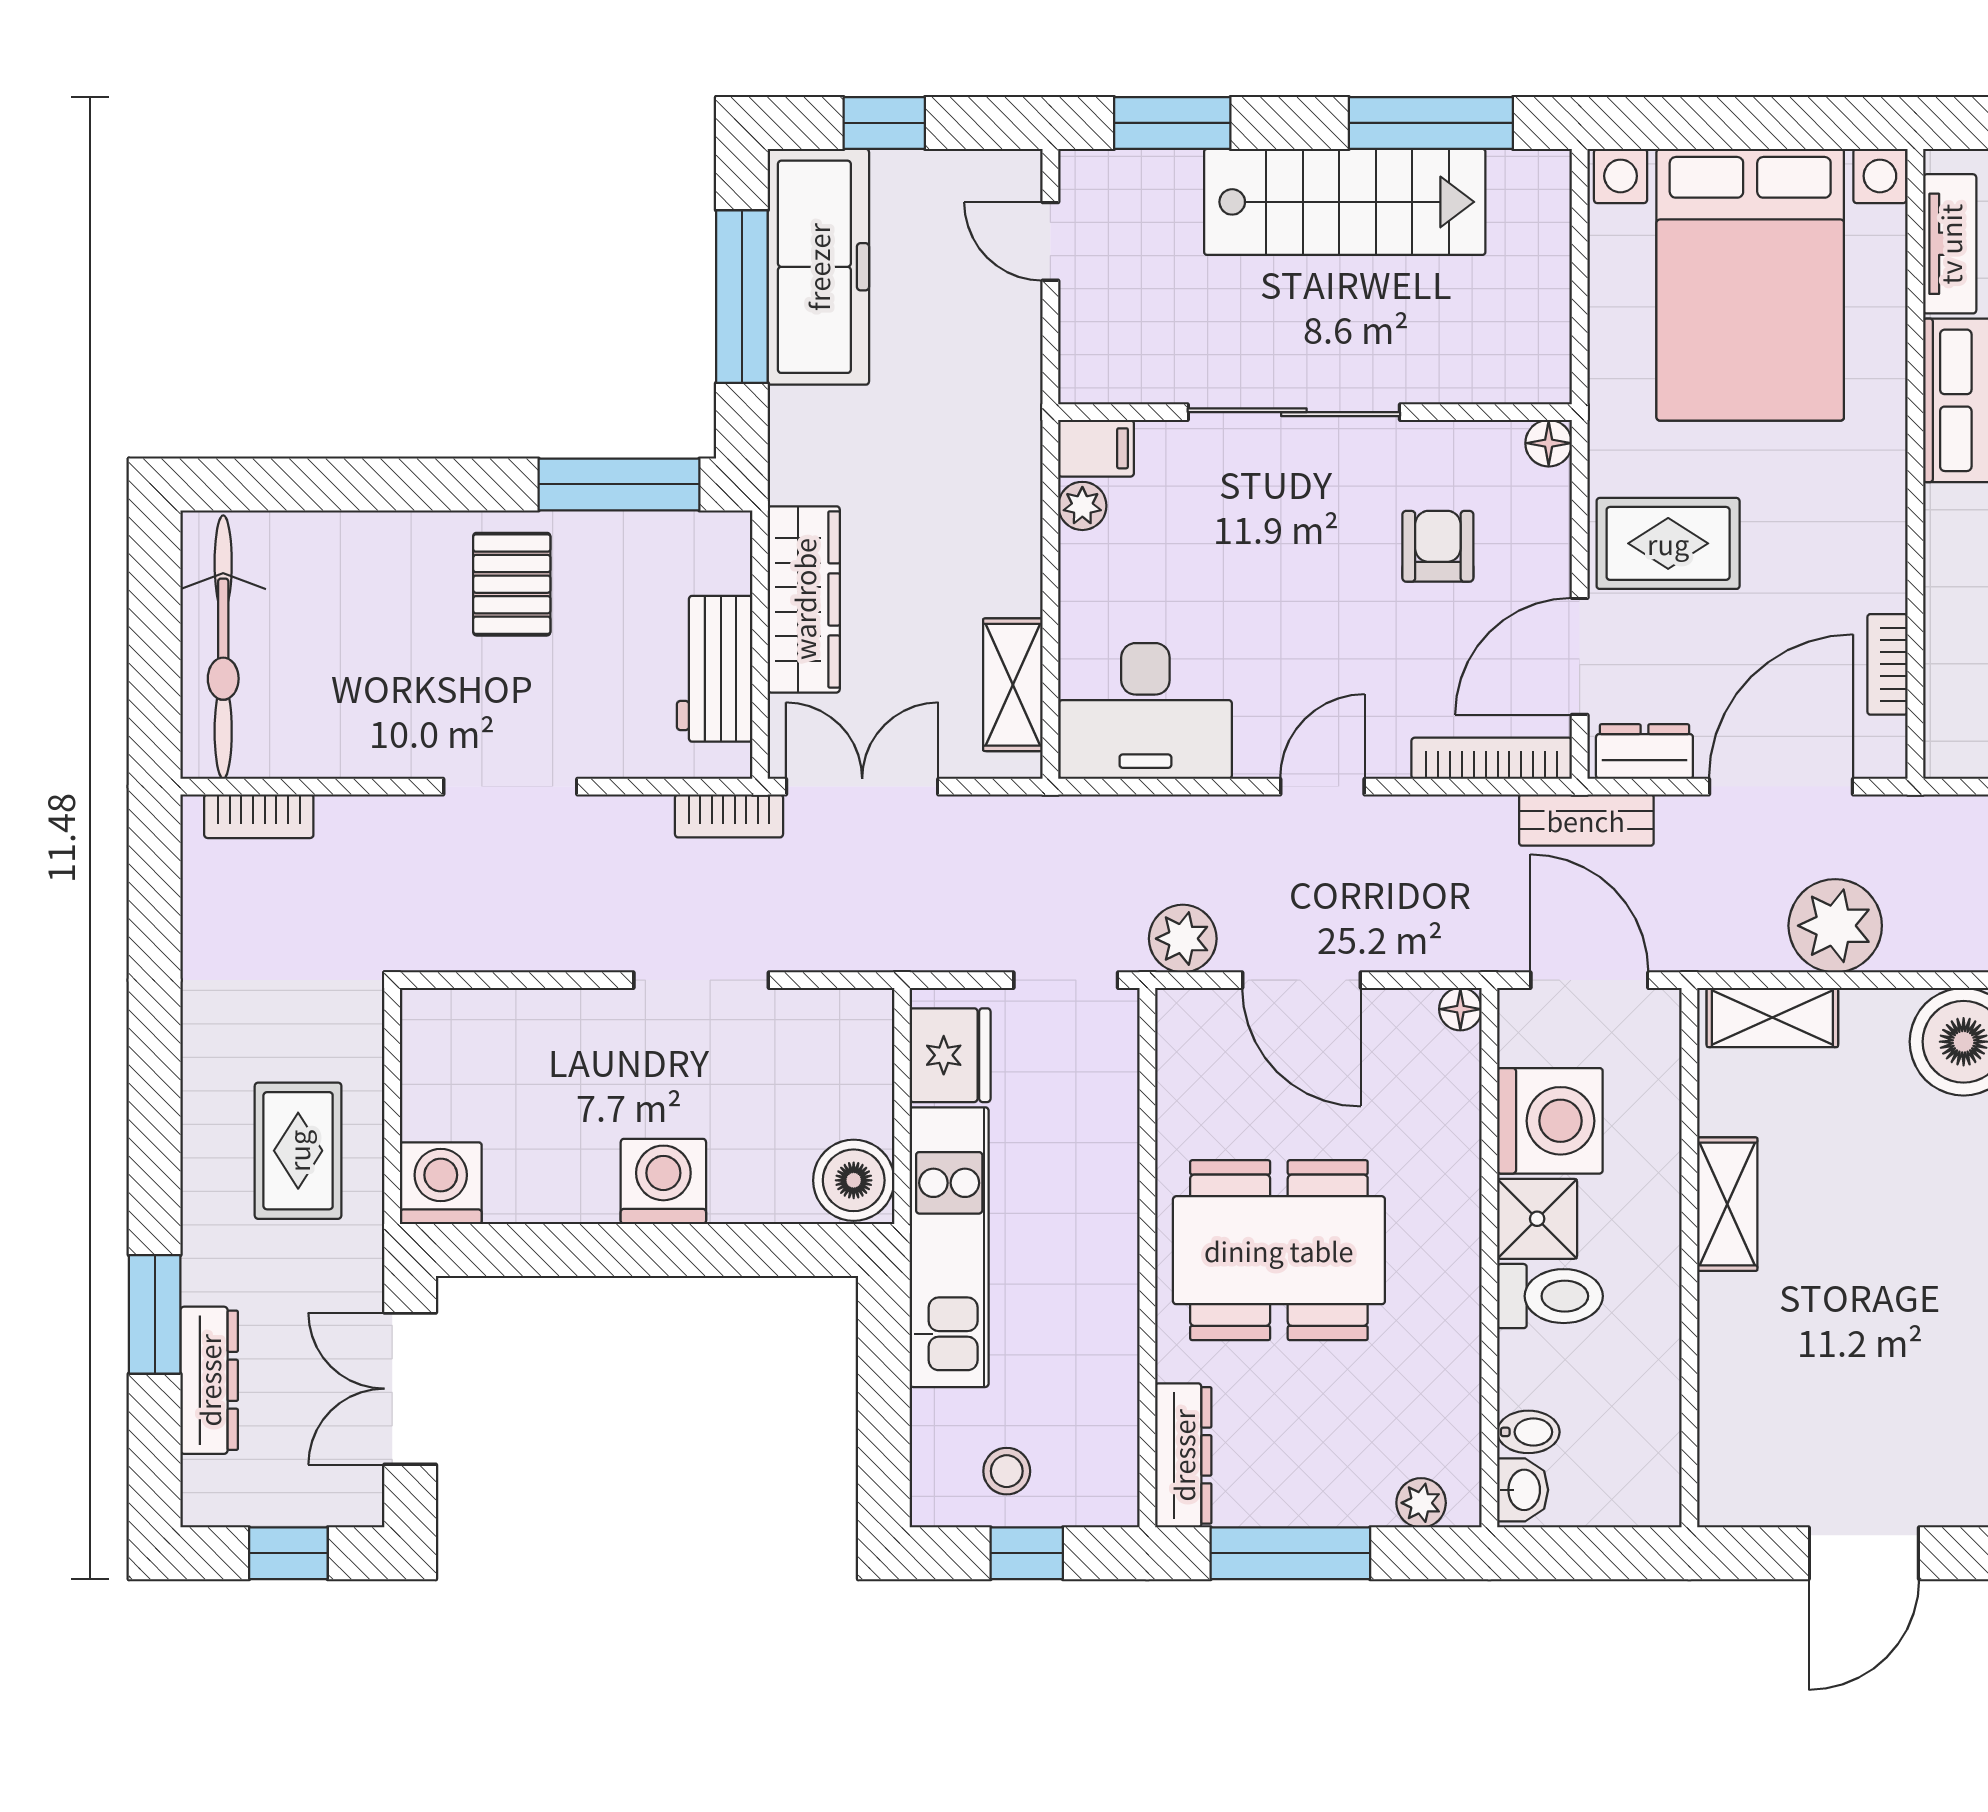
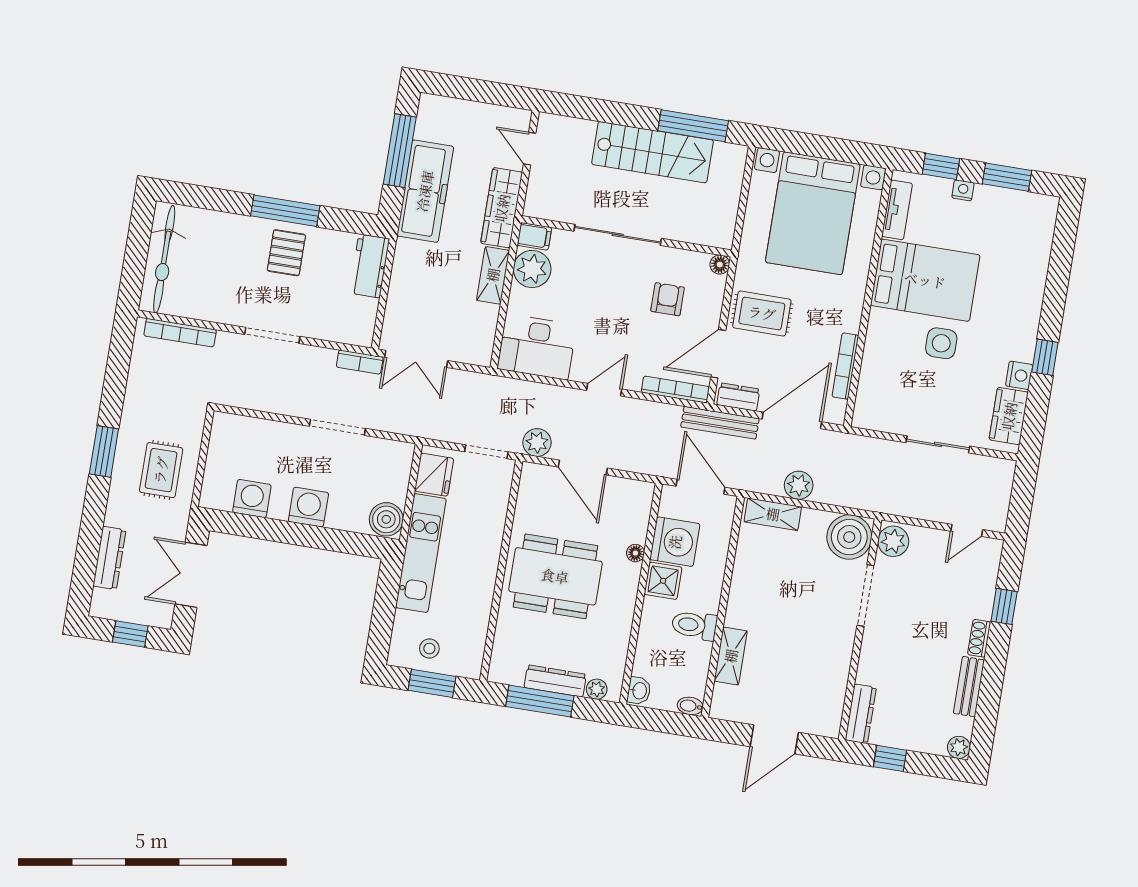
window: (884, 123) -> (470, 89), removed
window: (1172, 123) -> (587, 108), removed
freezer: (818, 267) -> (425, 191), moved
window: (619, 484) -> (285, 211), moved
plant: (1082, 506) -> (532, 269), width x1.87, depth x1.87
wardrobe: (804, 599) -> (502, 208), moved, turned 180
bookcase: (1887, 664) -> (845, 366), width x1.56
workbench: (715, 669) -> (369, 266), moved
shelving: (1013, 685) -> (493, 275), moved
double door: (862, 787) -> (416, 359), swing flipped
bookcase: (259, 816) -> (180, 333), width x1.56
bench: (1586, 820) -> (720, 423), width x1.36
plant: (1835, 926) -> (799, 485), width x0.73, depth x0.73
floor lamp: (1460, 1009) -> (635, 553), moved
washing machine: (441, 1183) -> (252, 499), moved
shelving: (1727, 1204) -> (731, 656), moved
toilet: (1550, 1296) -> (694, 625), moved, turned 180
window: (155, 1314) -> (104, 451), moved
bidet: (1528, 1432) -> (690, 706), moved, turned 180
dresser: (1183, 1455) -> (555, 681), moved, turned -90
window: (1027, 1553) -> (432, 683), width x1.50

